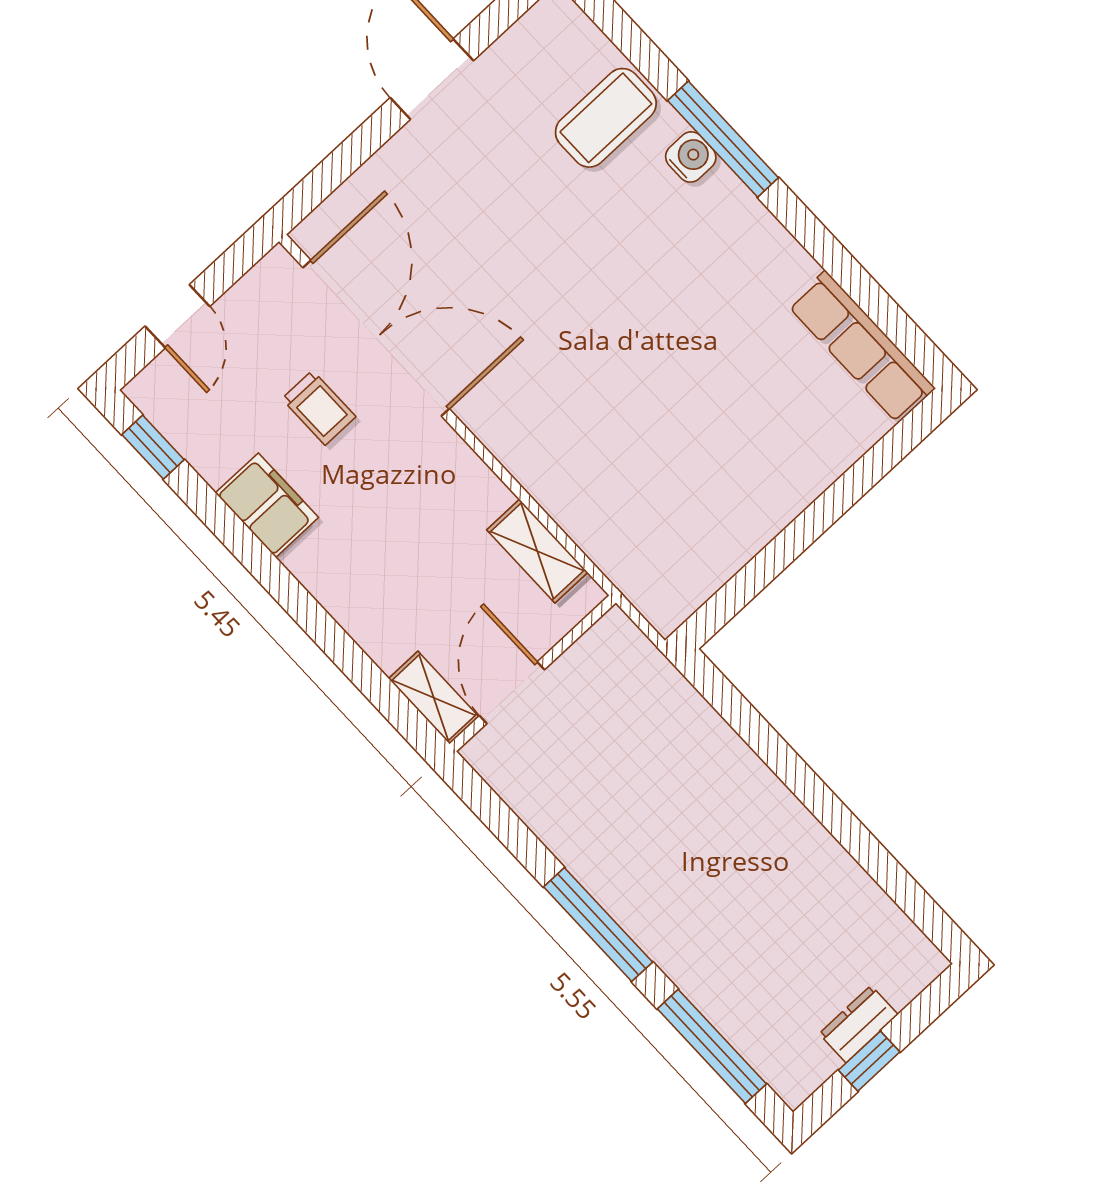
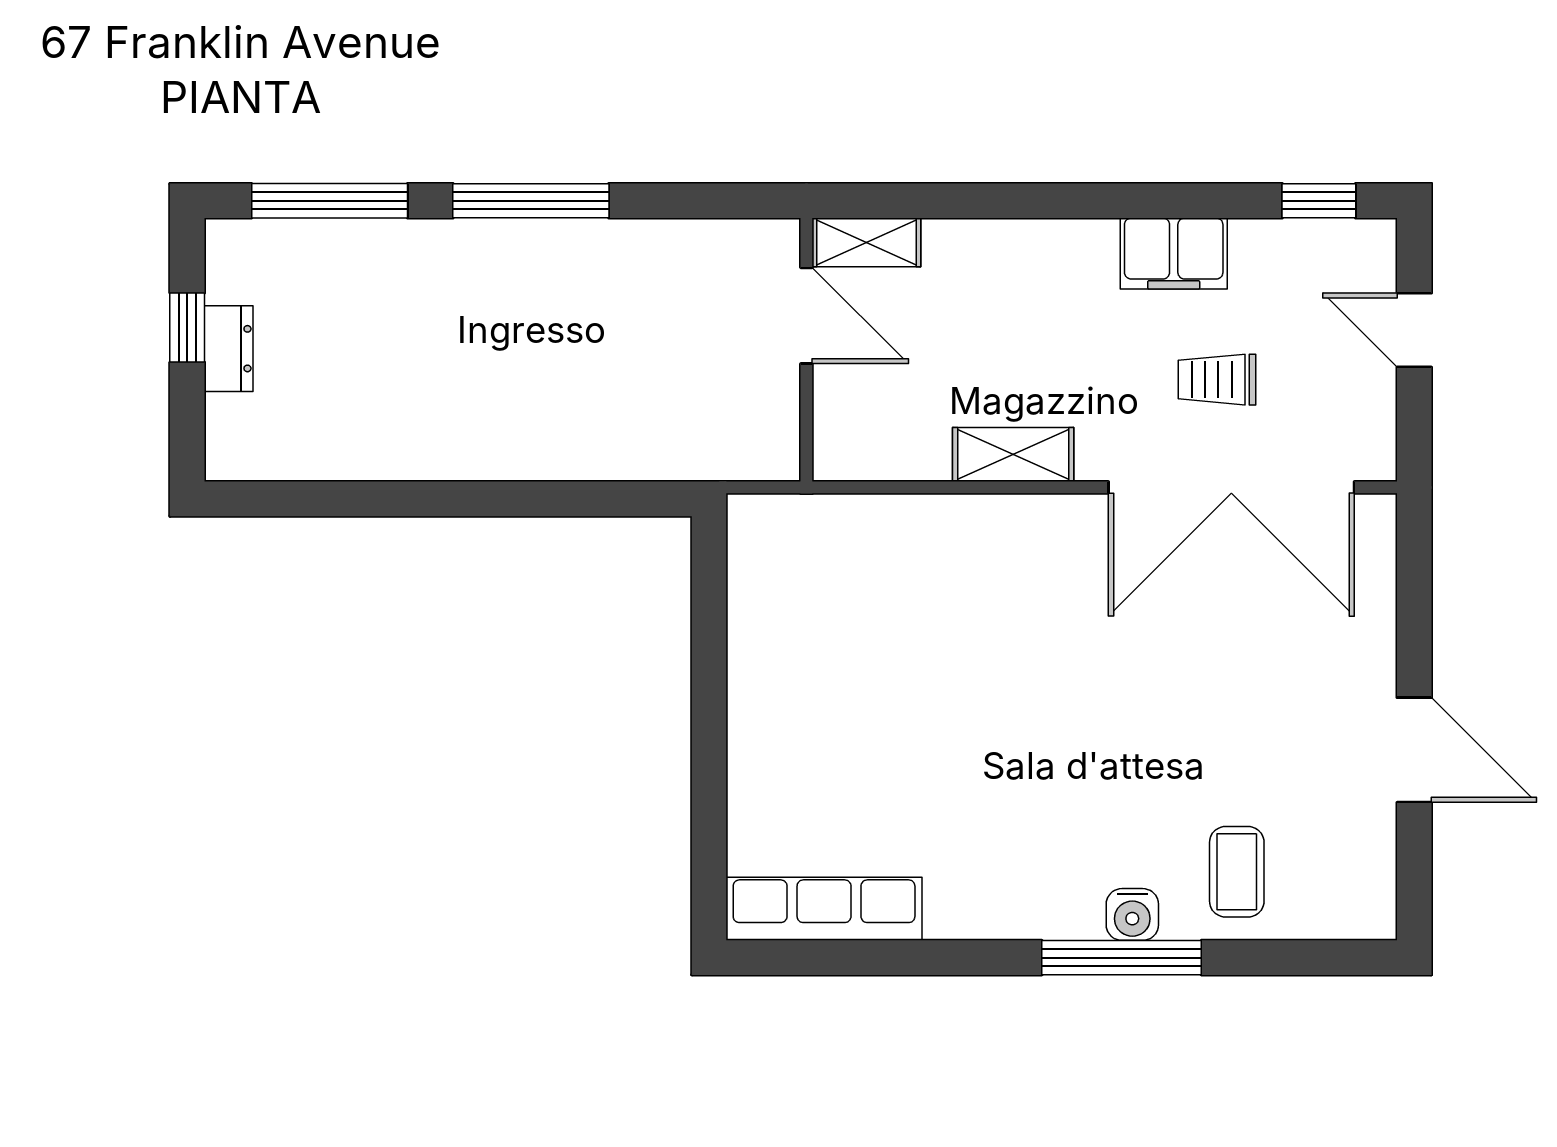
coffee table: (606, 118) -> (1237, 872), width x0.73, depth x0.77
shelving: (537, 551) -> (1013, 455), moved

